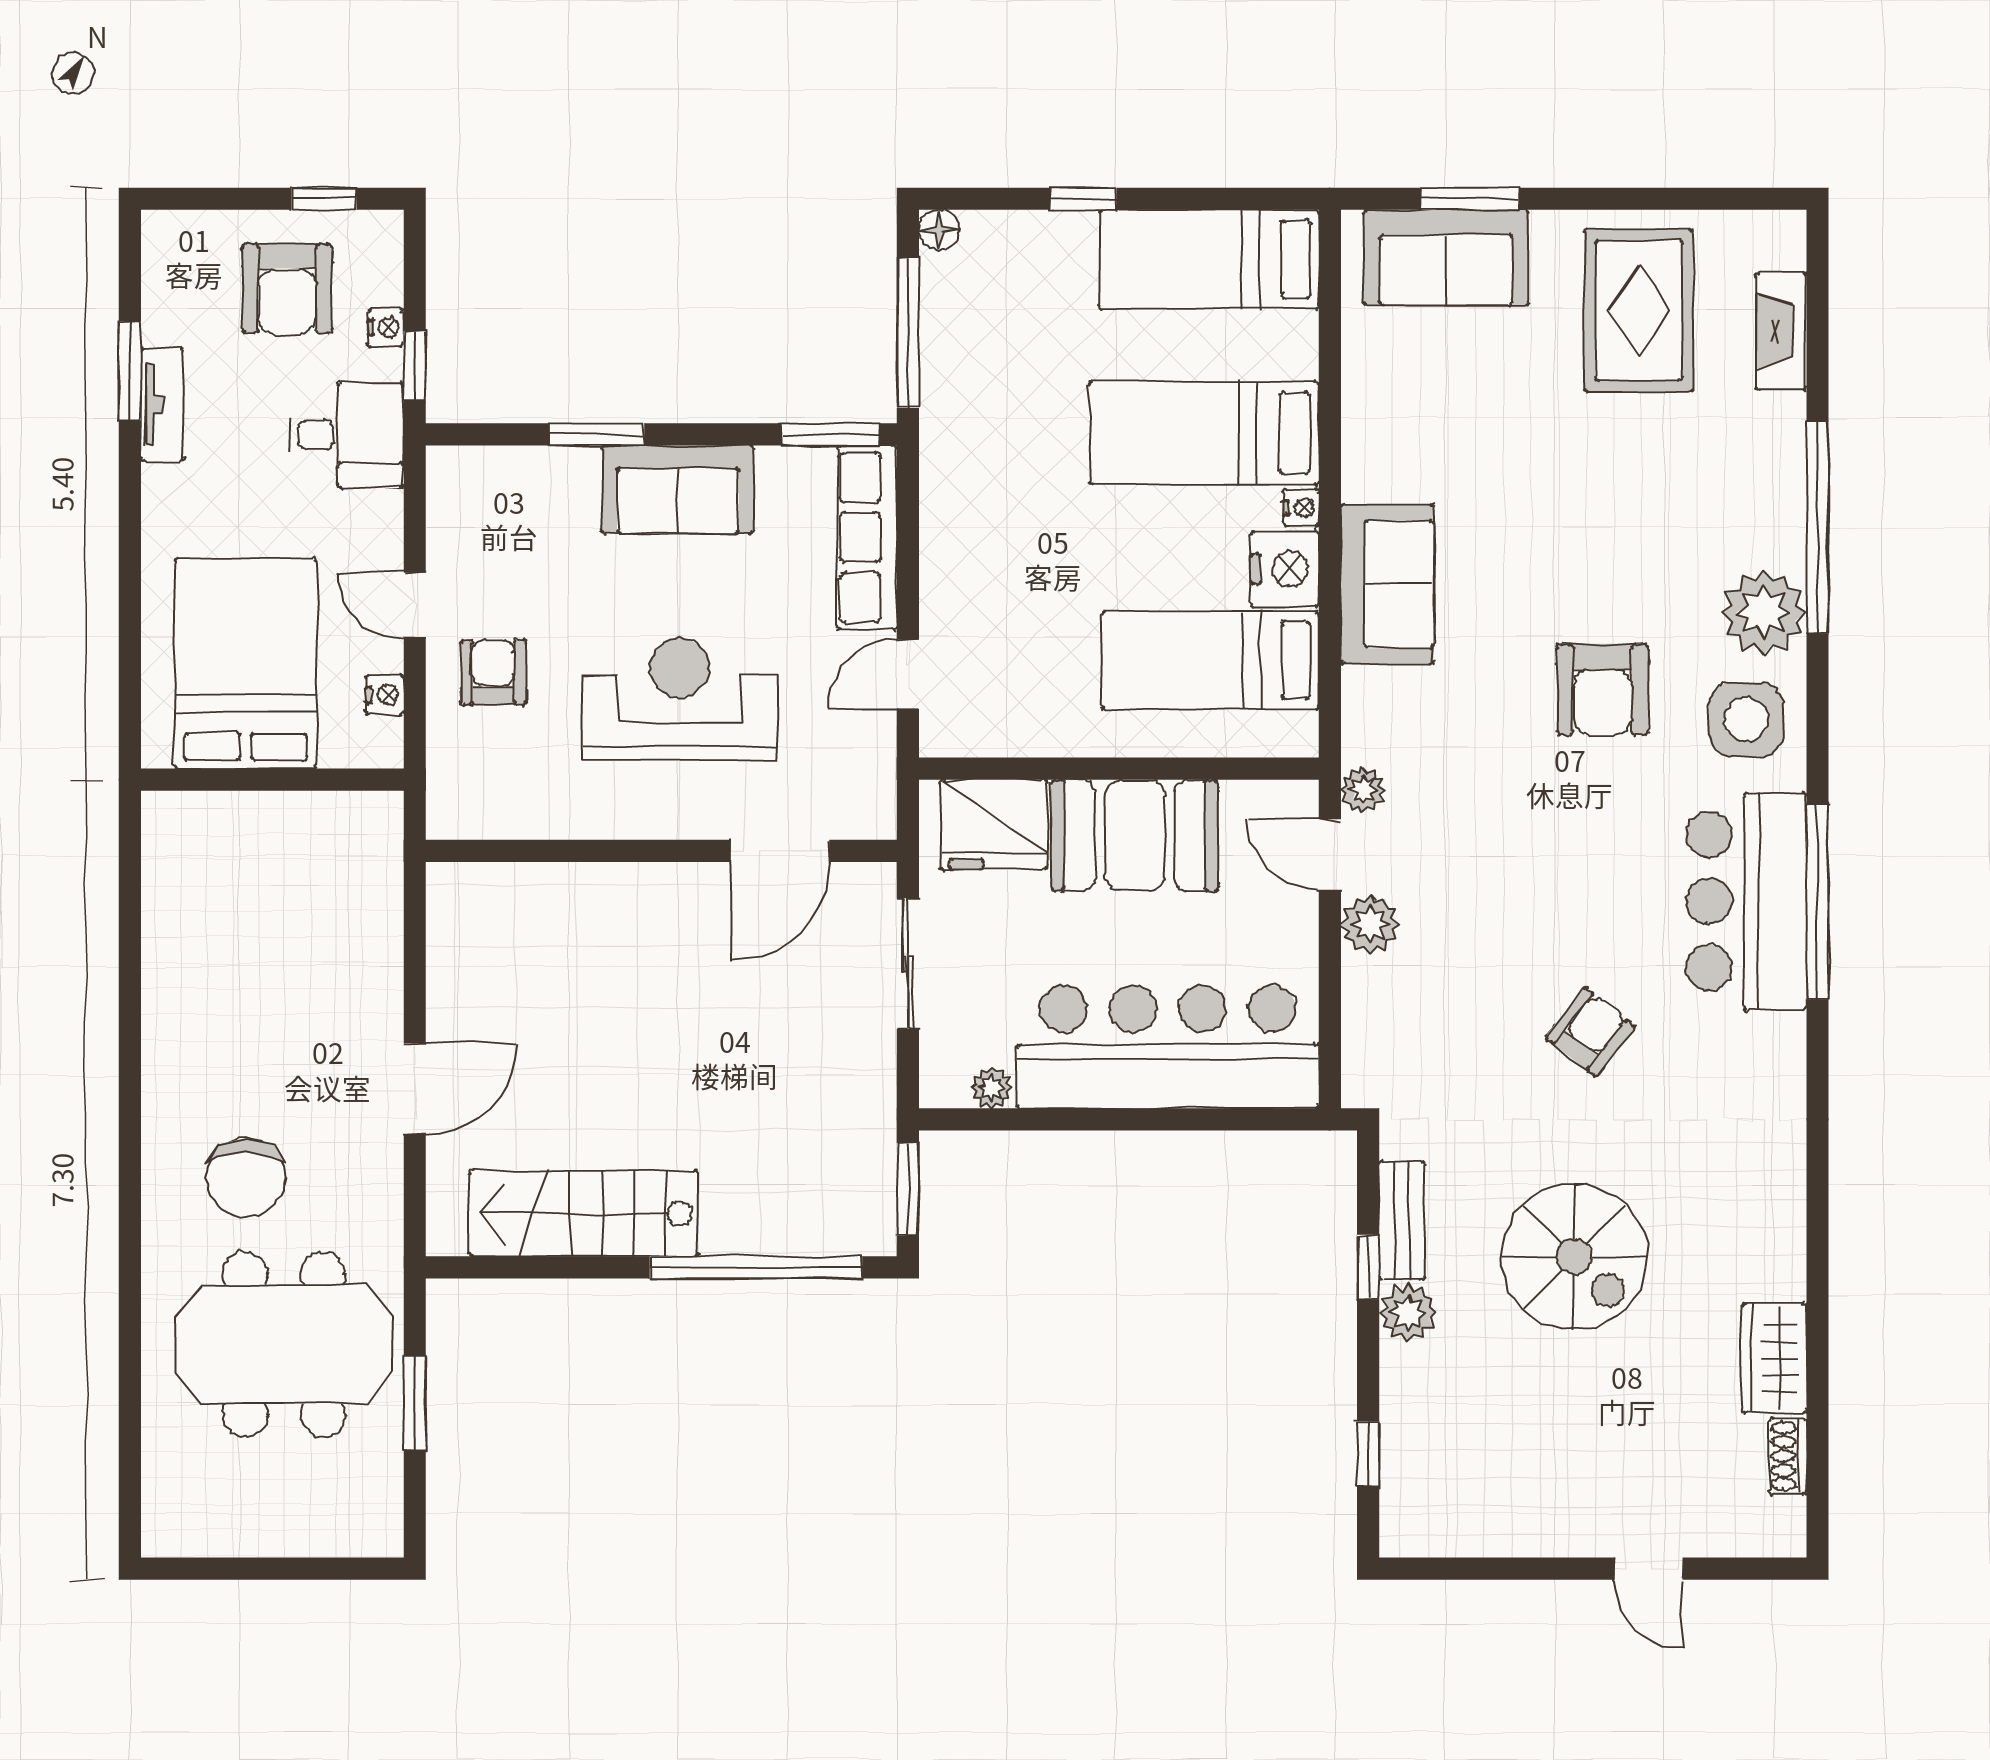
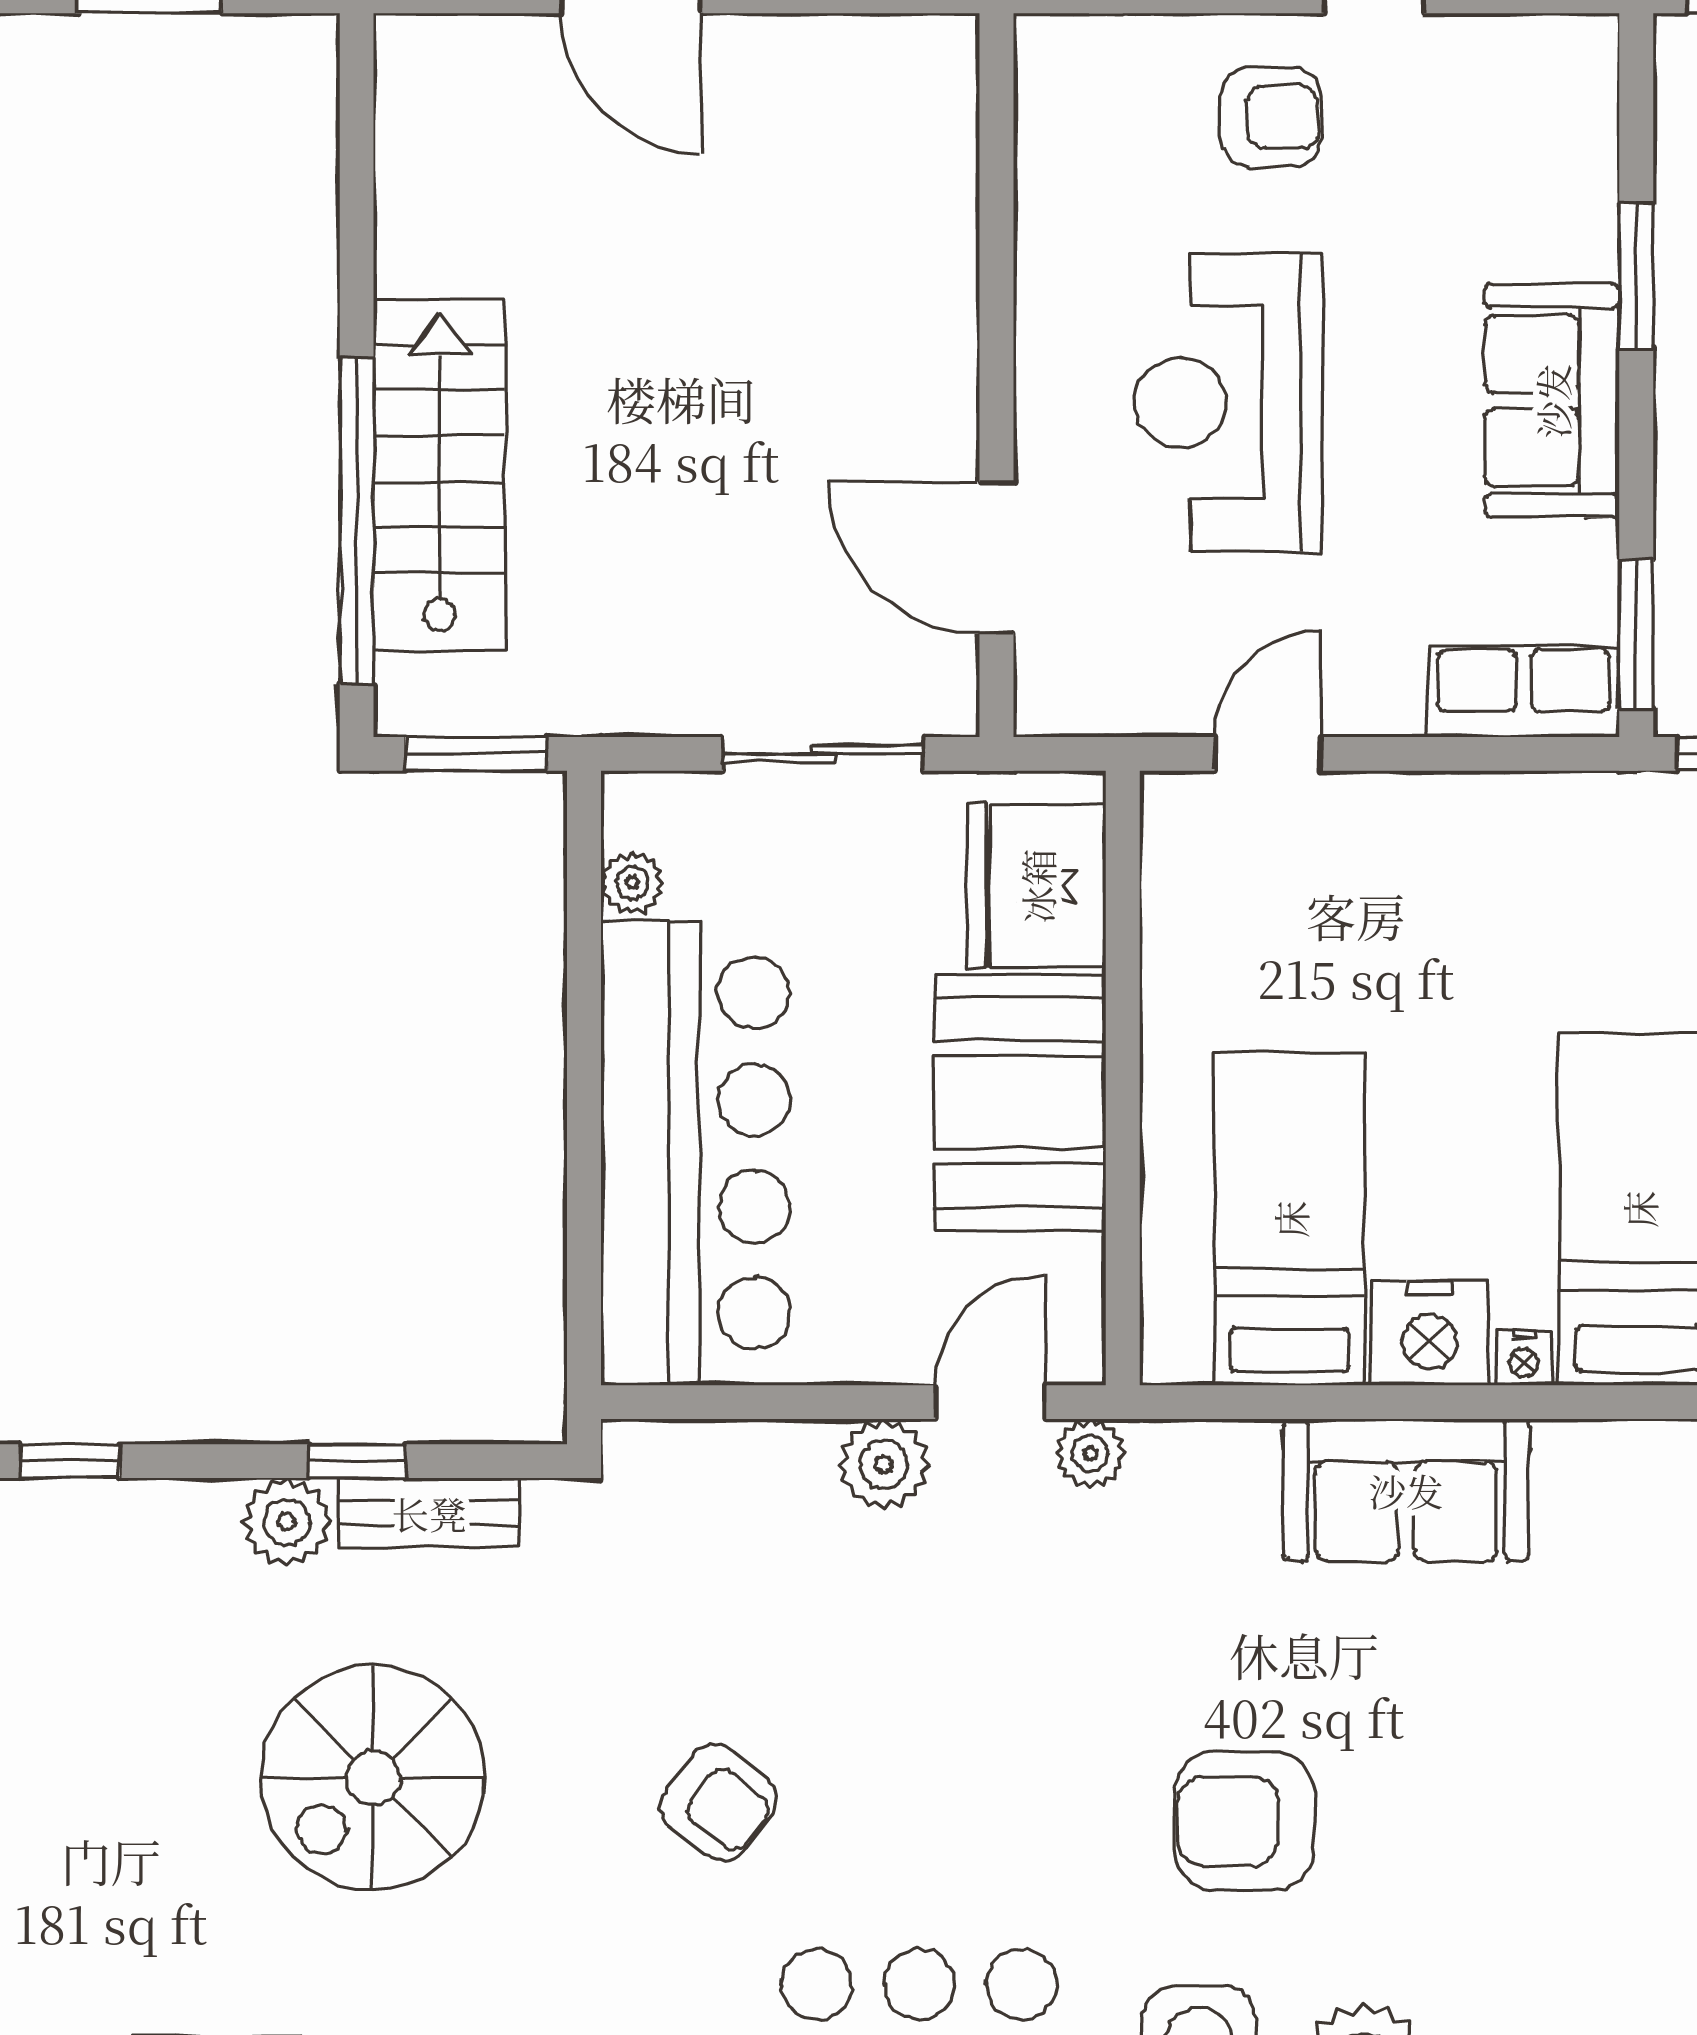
row of seats: (867, 537) -> (1524, 691), width x0.68
door: (908, 674) -> (1268, 754), hinge flipped
reception desk: (679, 700) -> (1229, 403), turned 180
stairs: (584, 1213) -> (440, 475), moved

